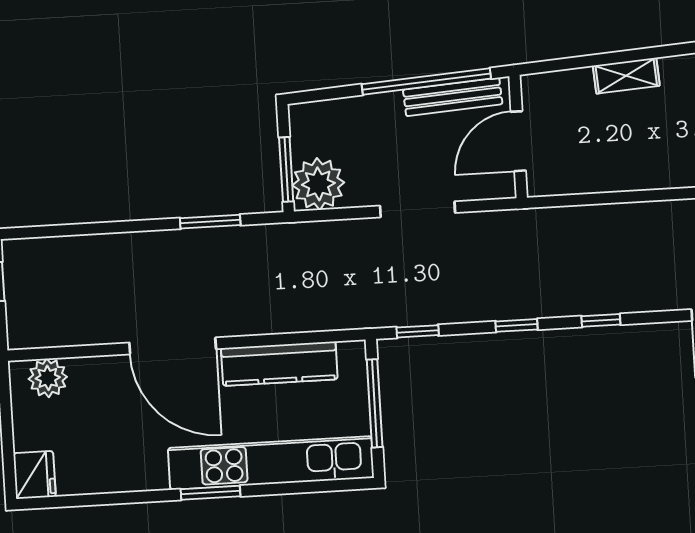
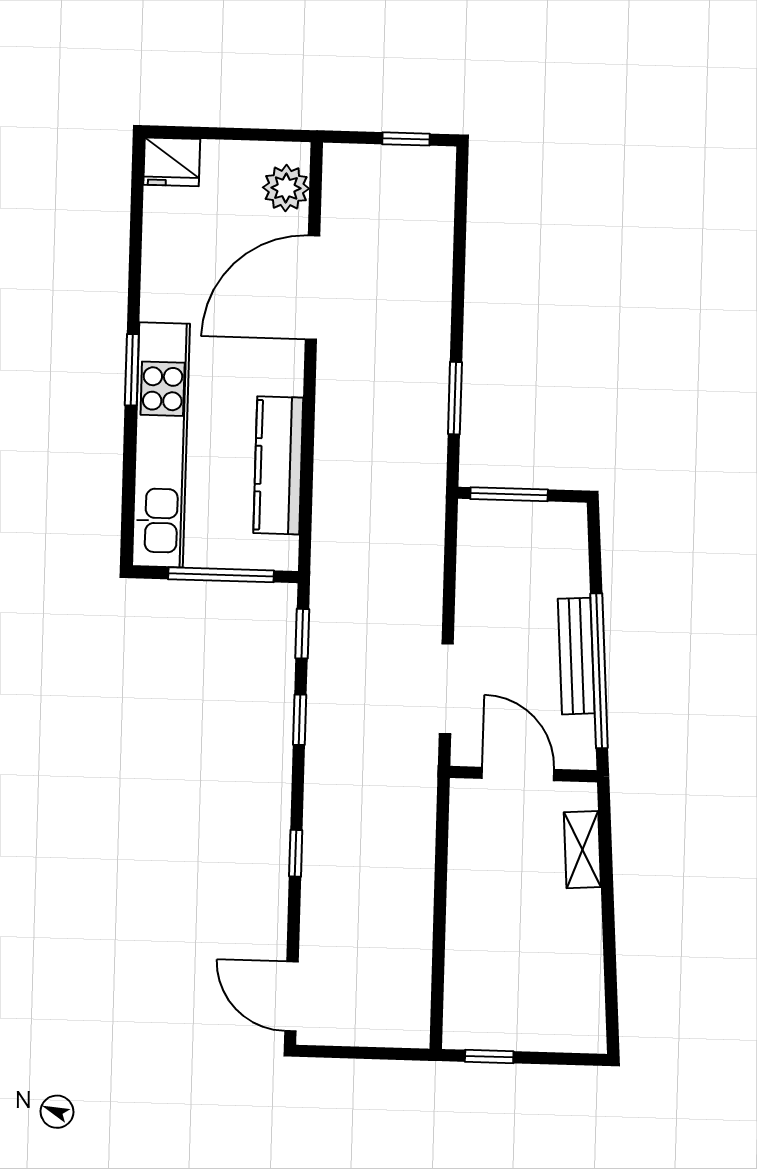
shelving: (626, 76) -> (582, 850), moved
bench: (453, 97) -> (576, 656), moved
plant: (318, 184) -> (488, 531), removed
doorway: (418, 209) -> (446, 689), moved
window: (516, 325) -> (300, 720), moved
door: (173, 346) -> (312, 288), moved

